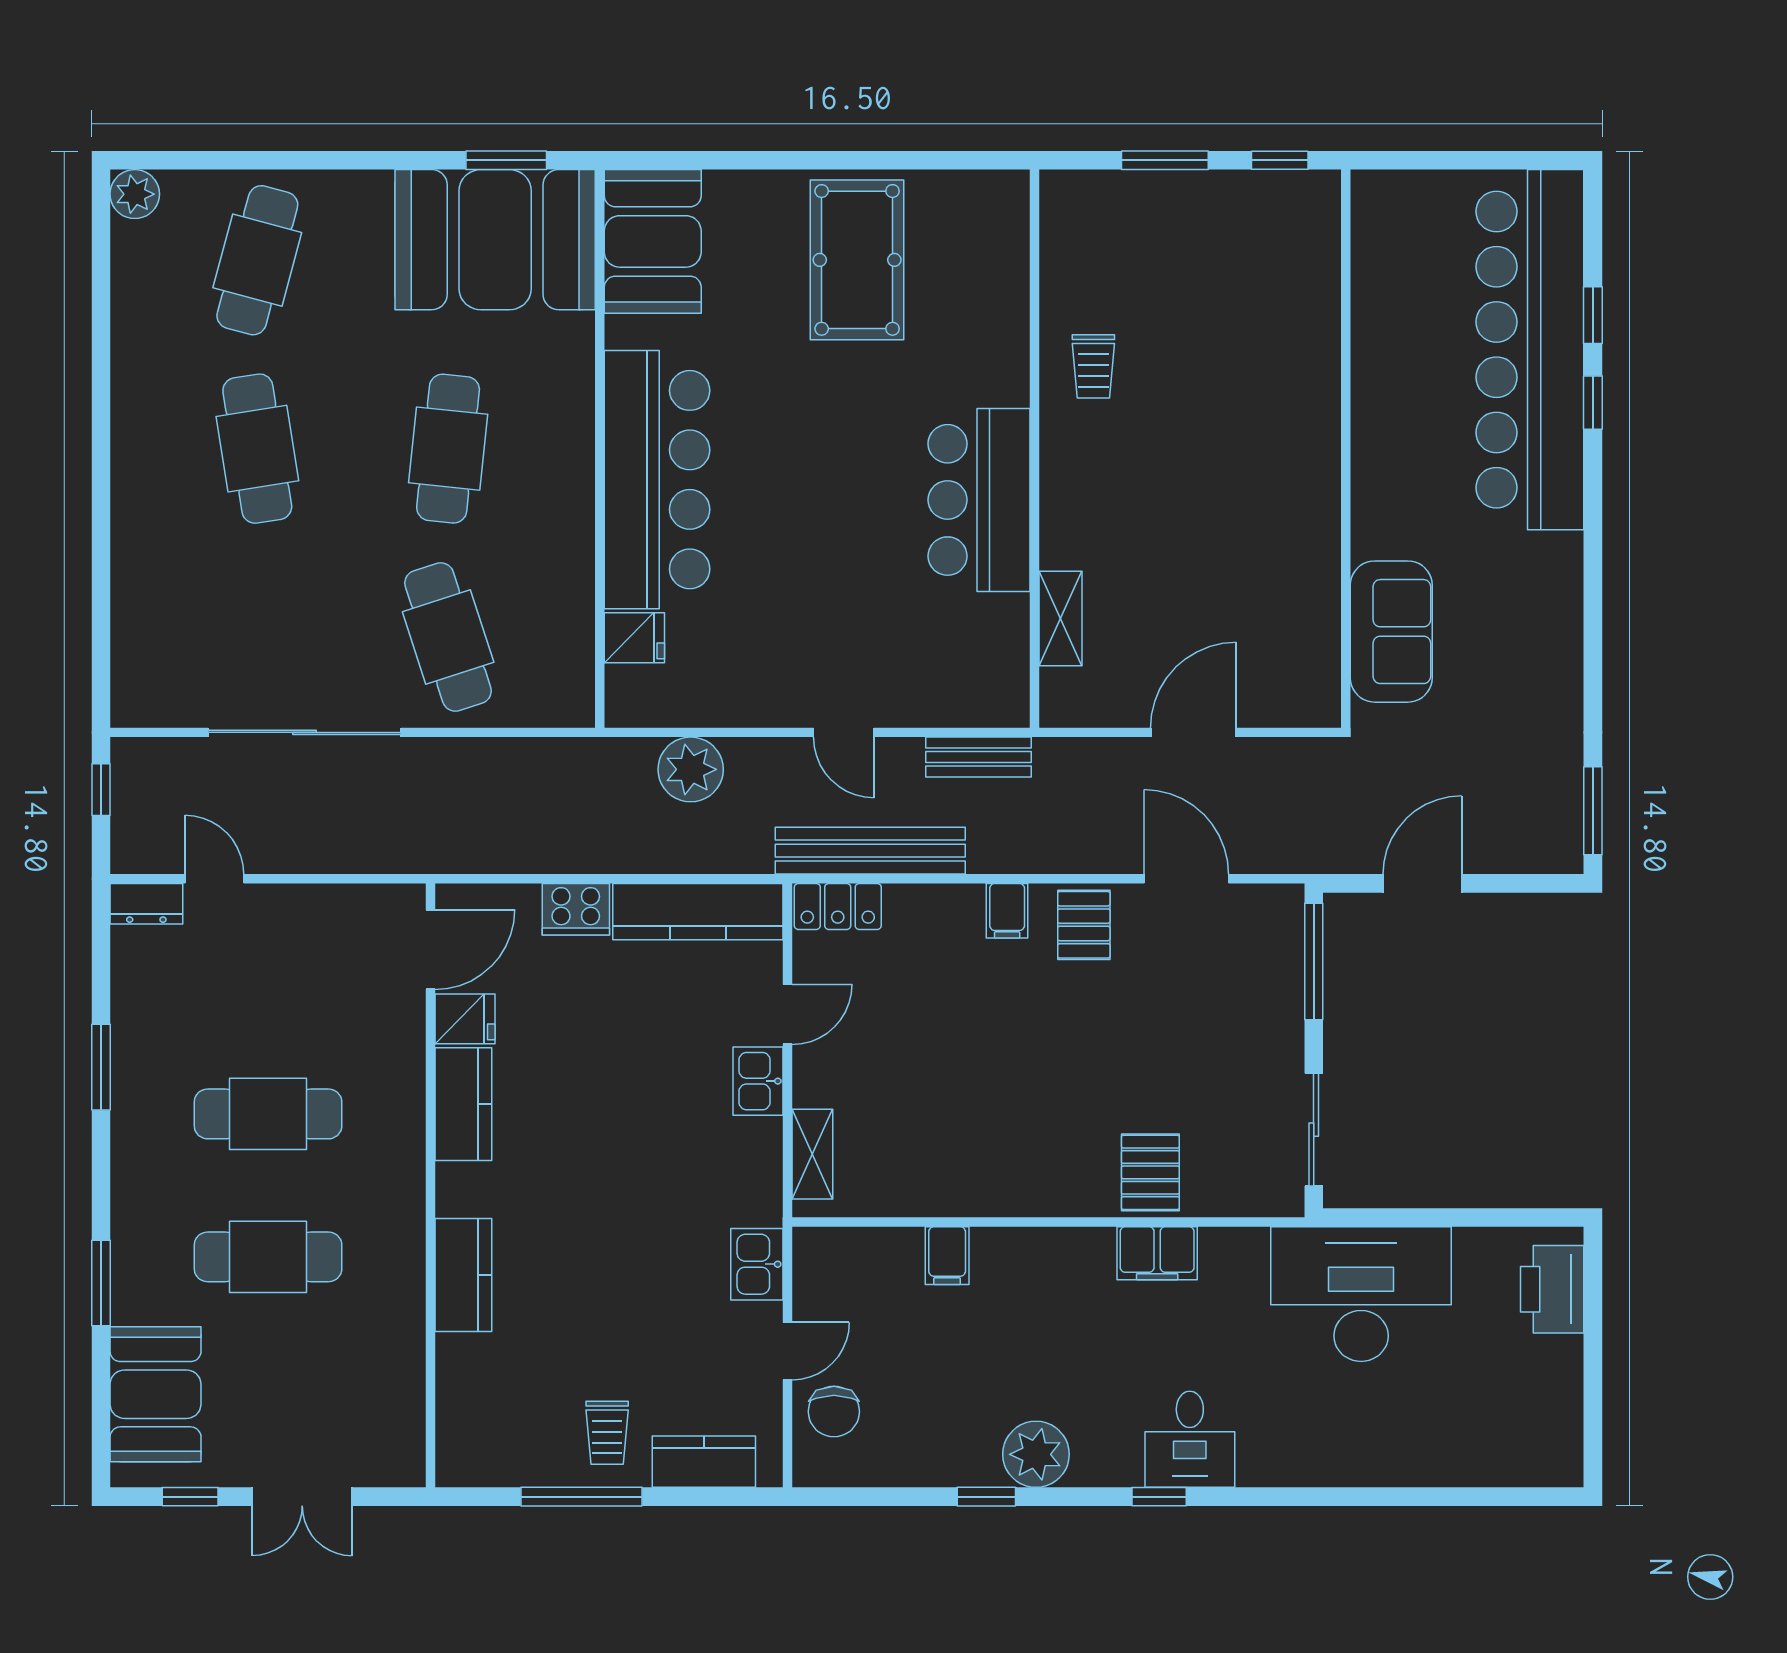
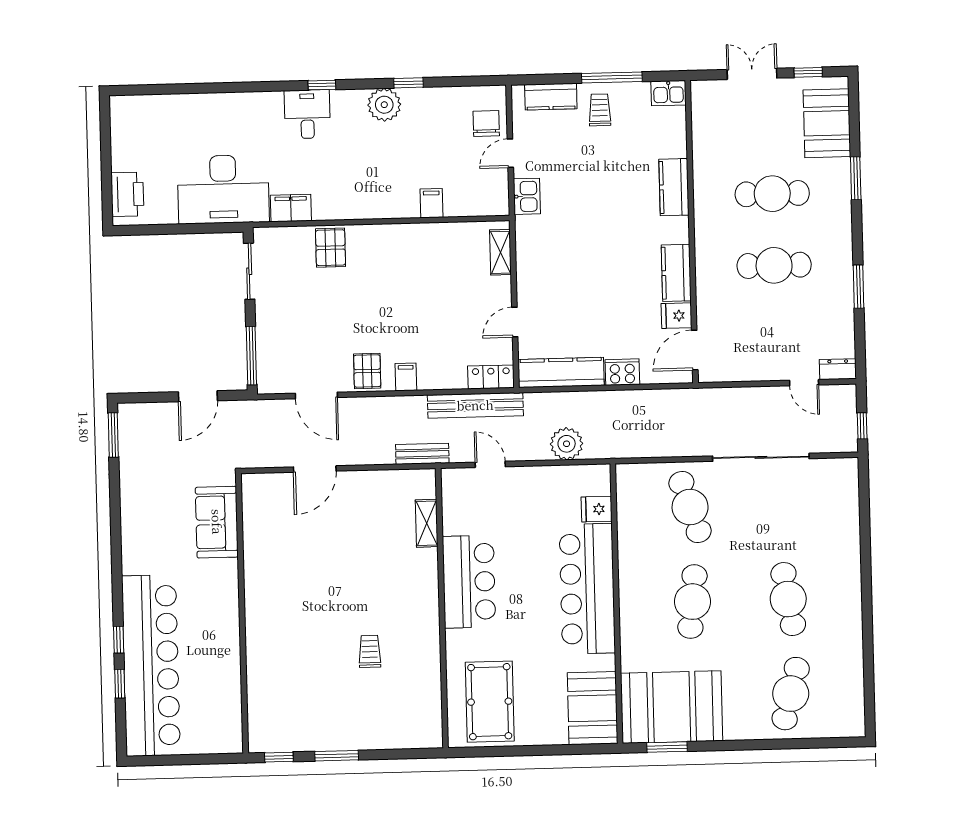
plant: (135, 194) -> (853, 725), removed
wall: (1035, 449) -> (442, 608), moved
bar counter: (979, 500) -> (469, 582), moved
shelving: (1060, 618) -> (427, 523), moved
kitchen sink: (758, 1081) -> (668, 93), moved, turned 90
filing cabinet: (1157, 1253) -> (291, 208), moved

